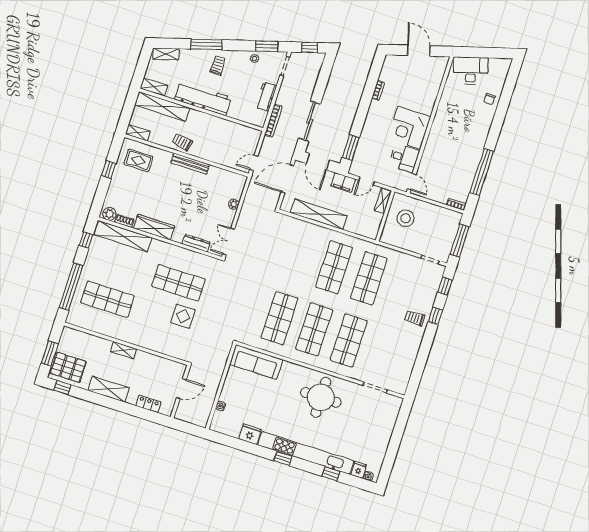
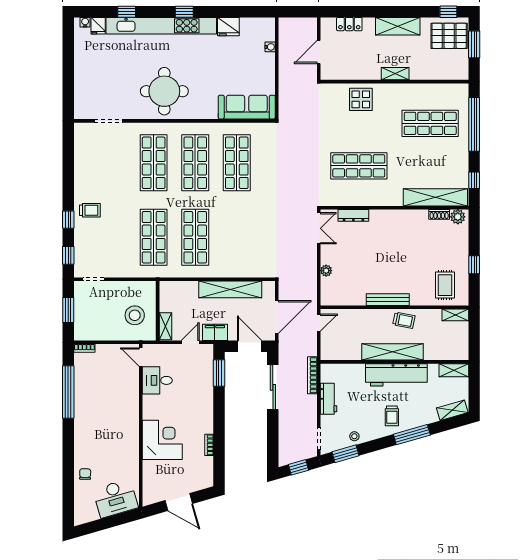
shelving: (162, 106) -> (392, 352), moved
corner desk: (409, 128) -> (162, 440), moved
rug: (138, 160) -> (445, 285), turned 90
wardrobe: (154, 227) -> (405, 218), removed
window: (460, 240) -> (68, 310), width x0.69
display table: (183, 316) -> (361, 99), moved

